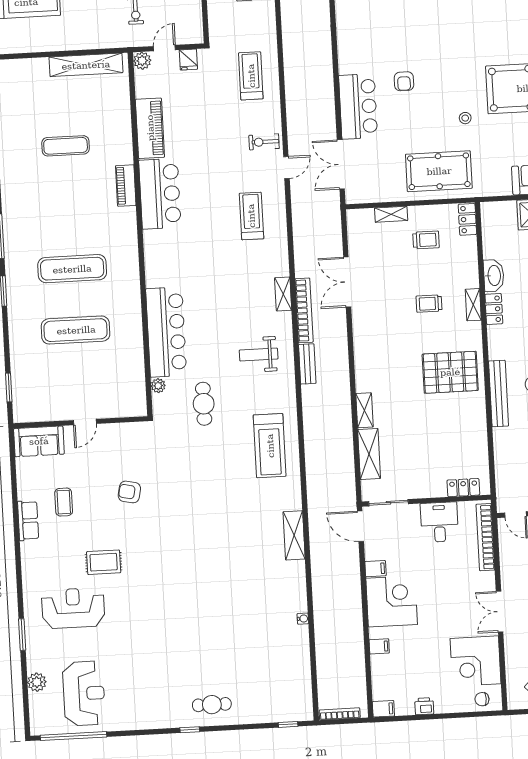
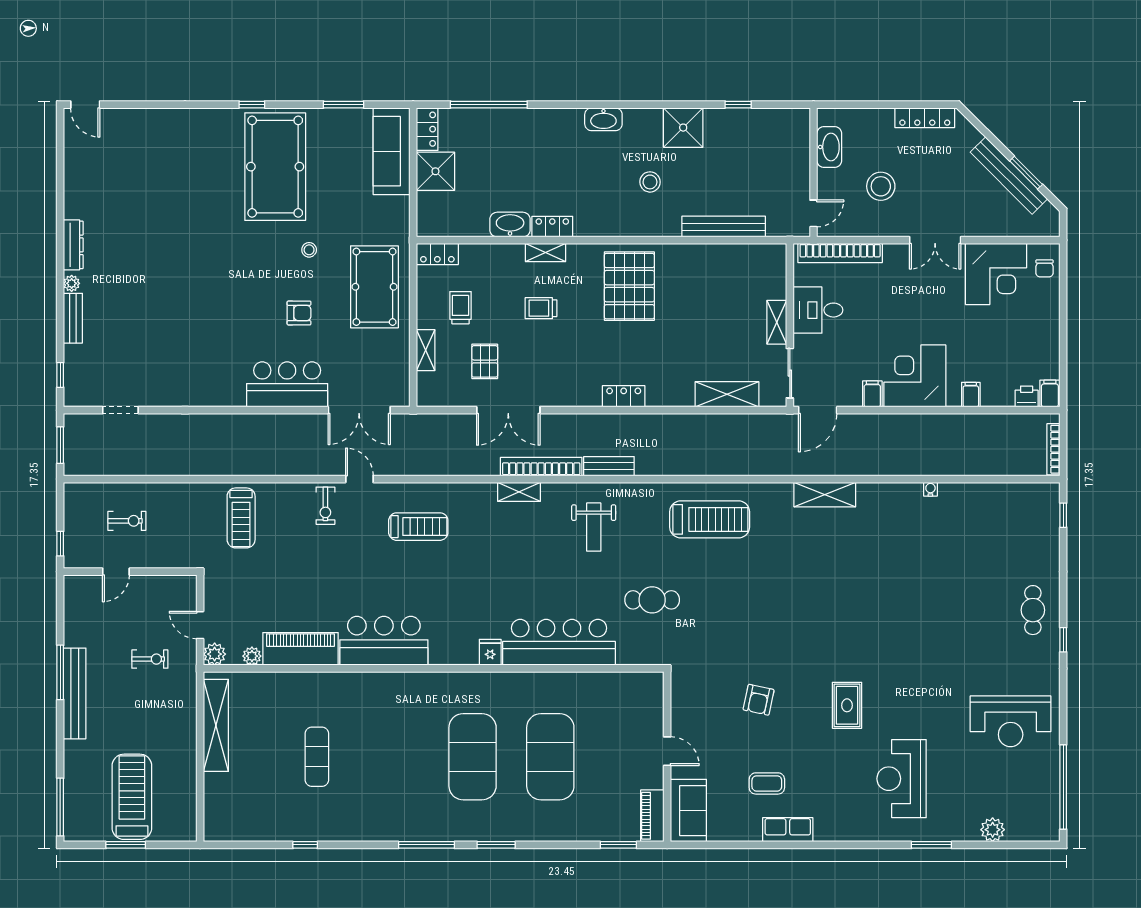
fridge: (188, 60) -> (490, 652), moved, turned -90
treadmill: (251, 76) -> (241, 518), turned -90
armchair: (404, 81) -> (299, 313), moved
piano: (126, 186) -> (652, 816), moved, turned 90
treadmill: (251, 216) -> (418, 527), turned 180
pallet: (385, 261) -> (485, 361), added
exercise mat: (72, 269) -> (473, 757), width x1.47
trolley: (429, 304) -> (541, 308), turned 90
exercise mat: (76, 330) -> (550, 757), width x1.47
plant: (158, 386) -> (252, 656), moved
bench: (499, 393) -> (724, 227), moved
shelving: (364, 410) -> (777, 322), moved, turned 90
locker: (463, 488) -> (624, 396), moved, turned 90
rug: (104, 562) -> (847, 705), moved
reception desk: (84, 693) -> (1011, 721), moved, turned 180
printer: (424, 706) -> (1027, 396), moved, turned 90

